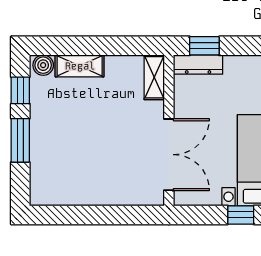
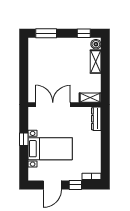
window: (204, 46) -> (105, 122), removed
window: (20, 140) -> (46, 33), moved
double door: (169, 155) -> (53, 105), swing flipped

